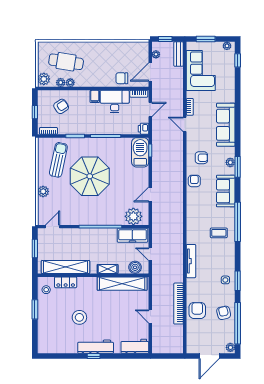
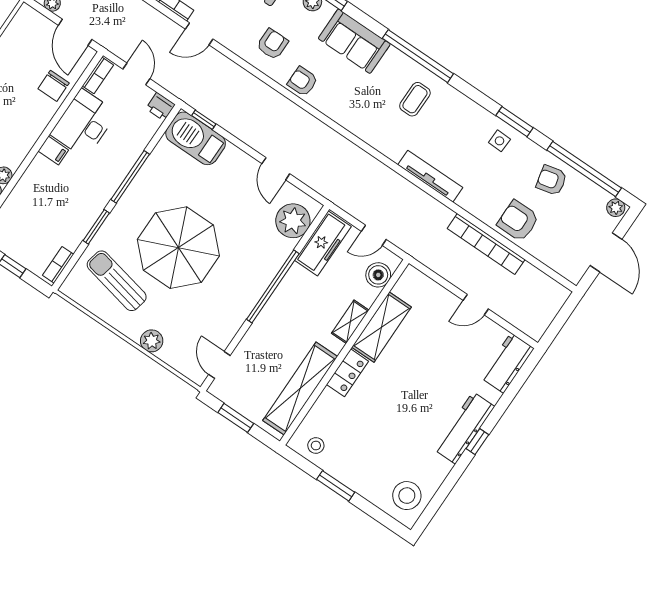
armchair: (61, 106) -> (32, 217), removed
locker: (66, 282) -> (348, 373), moved
shelving: (122, 284) -> (382, 327), width x0.68
stool: (79, 317) -> (407, 496), moved

